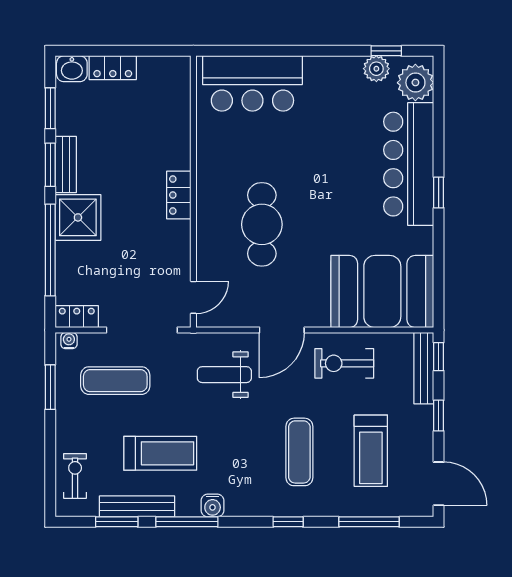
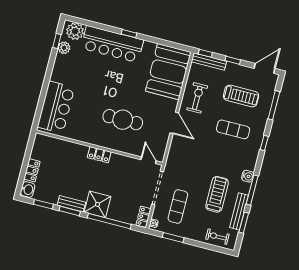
exercise bike: (344, 363) -> (197, 98), turned 180
weight bench: (224, 375) -> (188, 155), removed

